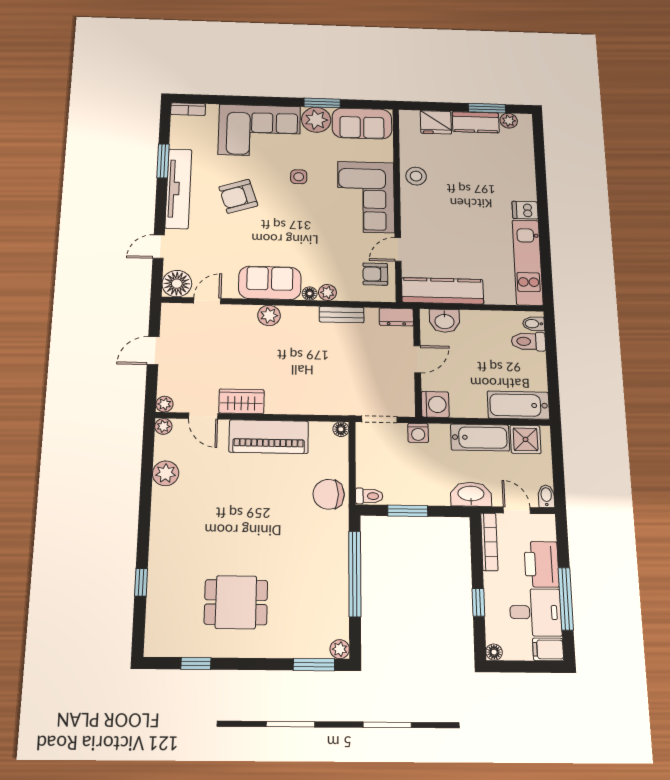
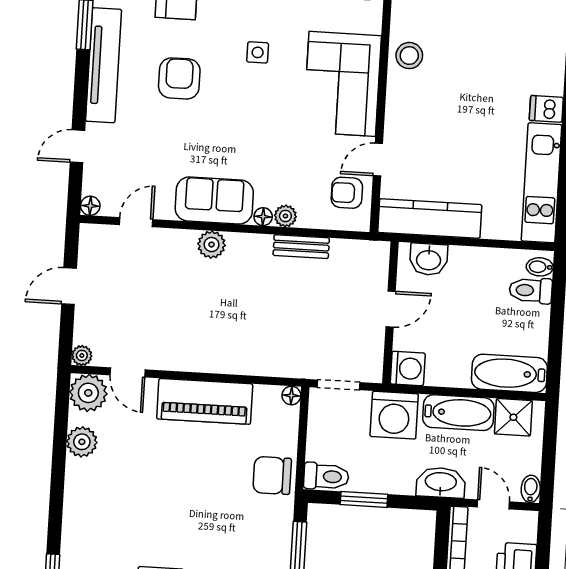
armchair: (238, 196) -> (179, 78), turned 108
floor lamp: (177, 284) -> (90, 206), width x0.53, depth x0.53
dresser: (396, 317) -> (369, 252), removed
wardrobe: (241, 401) -> (174, 356), removed
plant: (163, 426) -> (88, 393), width x1.88, depth x1.88
washing machine: (418, 433) -> (394, 415), width x1.89, depth x1.89
toilet: (369, 496) -> (326, 476), width x1.37, depth x1.39

